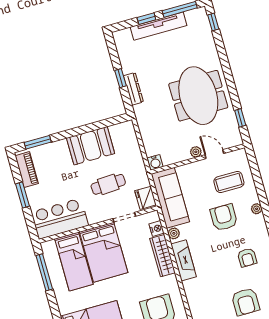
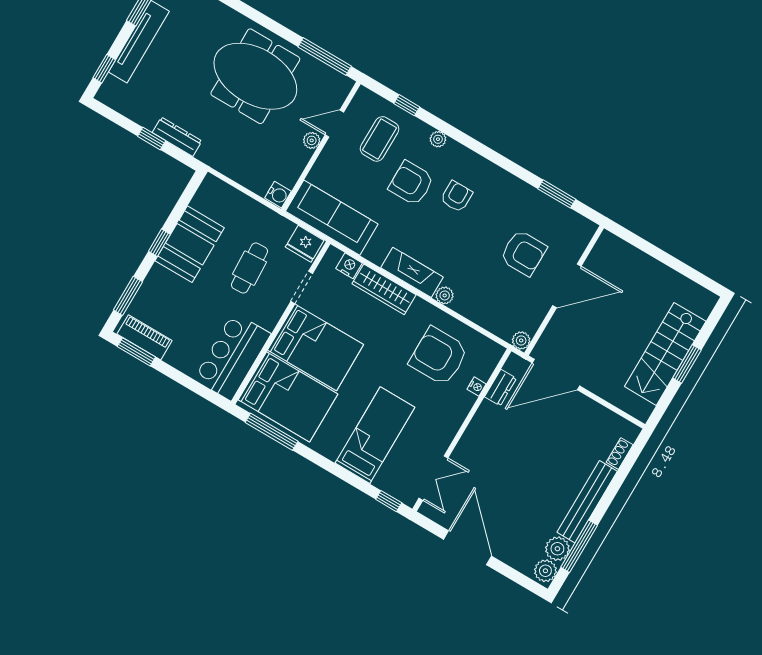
window: (146, 19) -> (104, 69), moved
window: (240, 118) -> (325, 57), width x2.17
window: (77, 131) -> (159, 243), added
window: (257, 178) -> (407, 105), added
window: (22, 195) -> (136, 352), moved
plant: (174, 233) -> (445, 295), moved
armchair: (247, 258) -> (456, 196), moved, turned -90
bed: (74, 262) -> (288, 397), width x1.50

